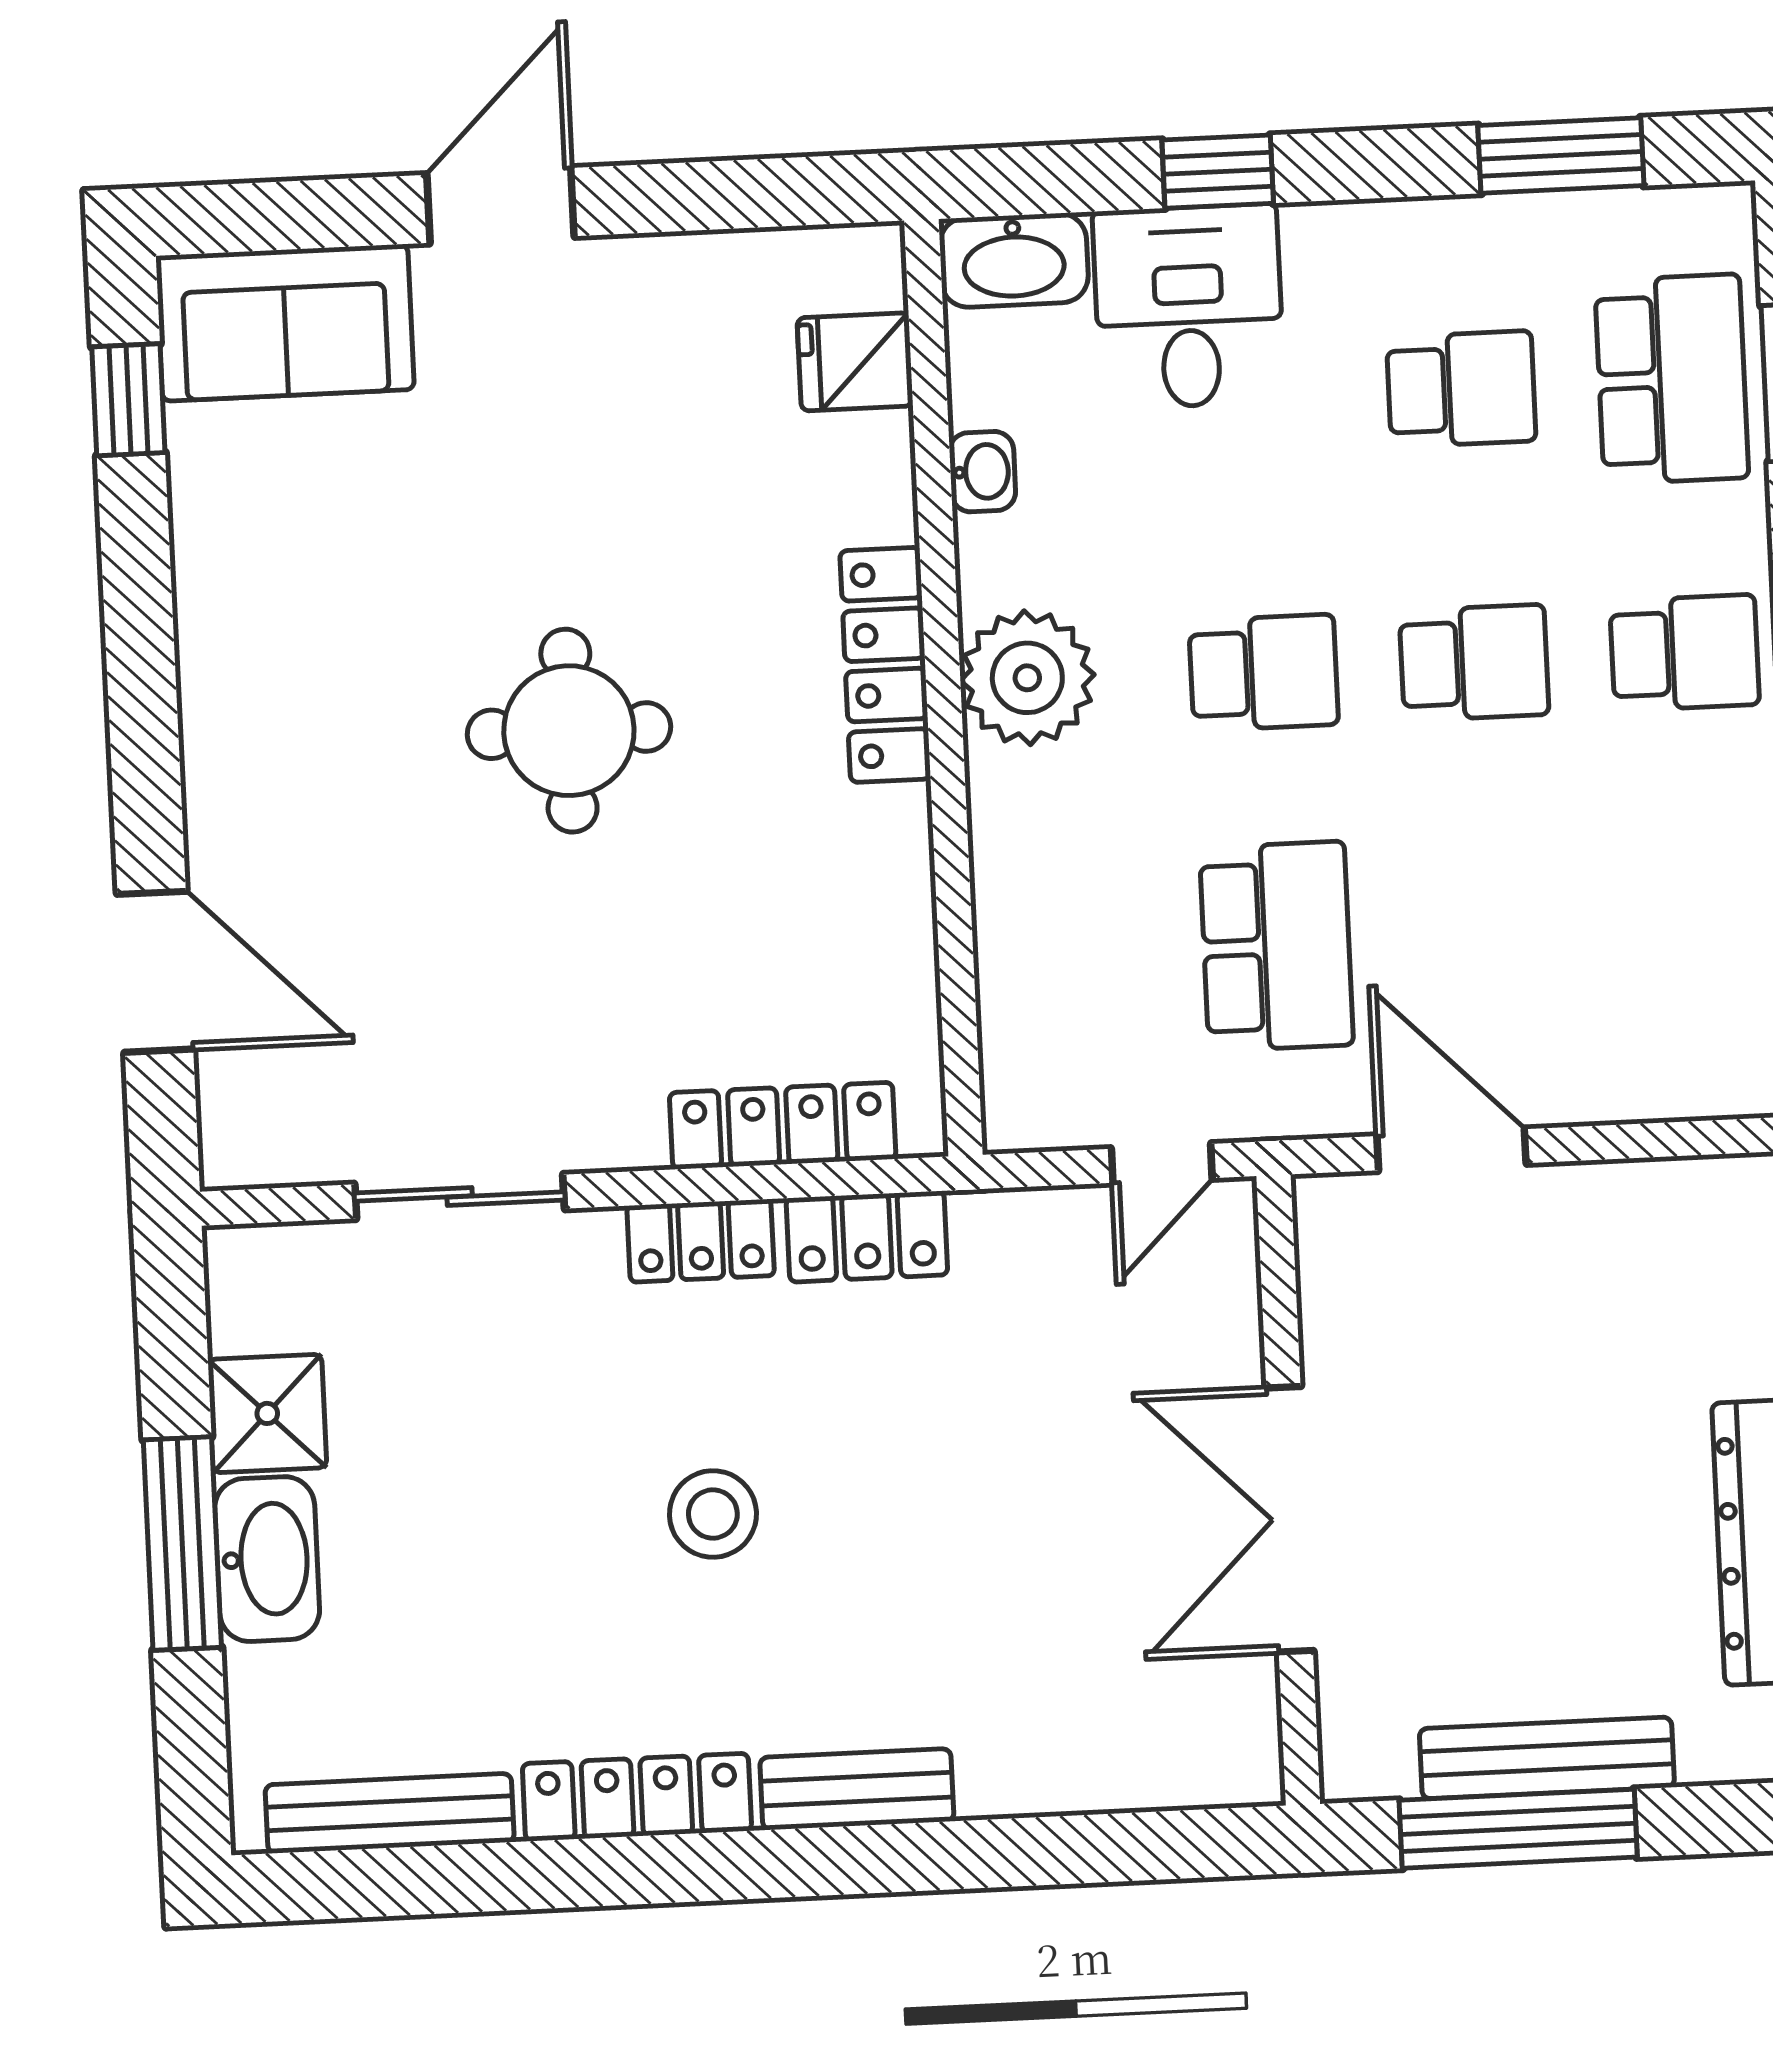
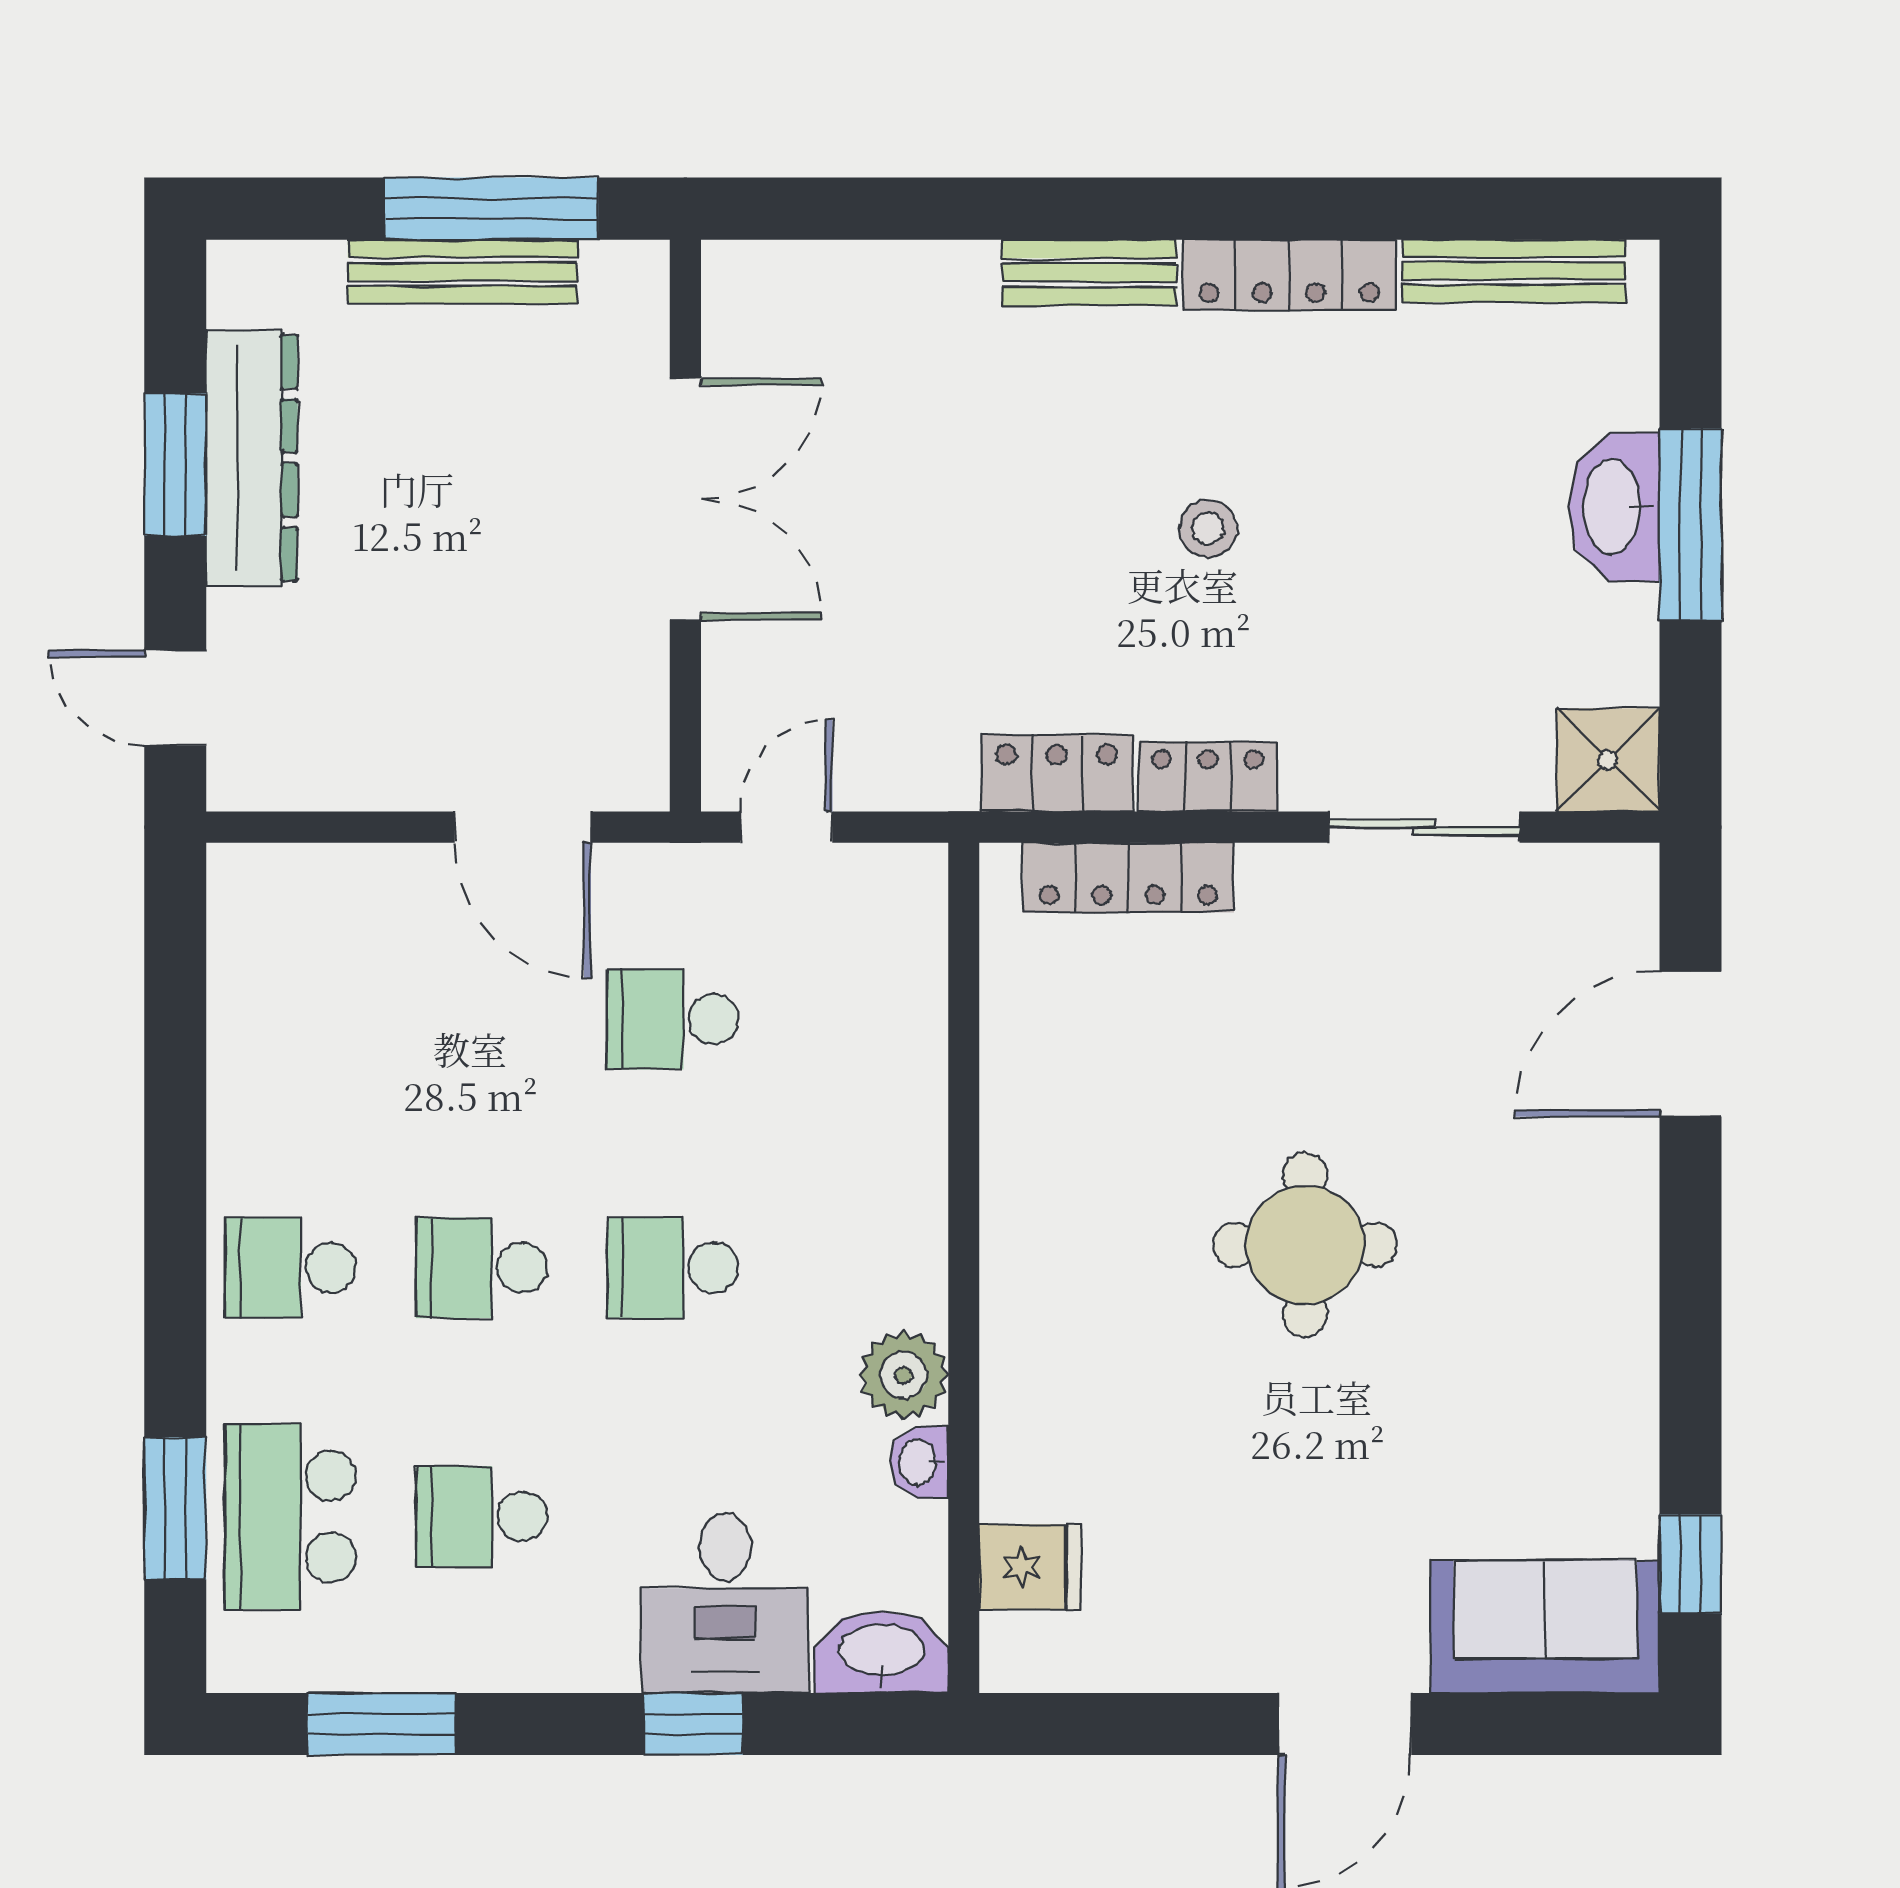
locker: (885, 665) -> (1016, 1291), removed
plant: (1027, 678) -> (904, 1375), moved, width x0.73, depth x0.73
school desk: (1277, 946) -> (673, 1019), width x0.54
door: (155, 972) -> (1690, 1044), hinge flipped
shower: (267, 1413) -> (1608, 760), moved
stool: (713, 1514) -> (1208, 528), width x0.73, depth x0.73

